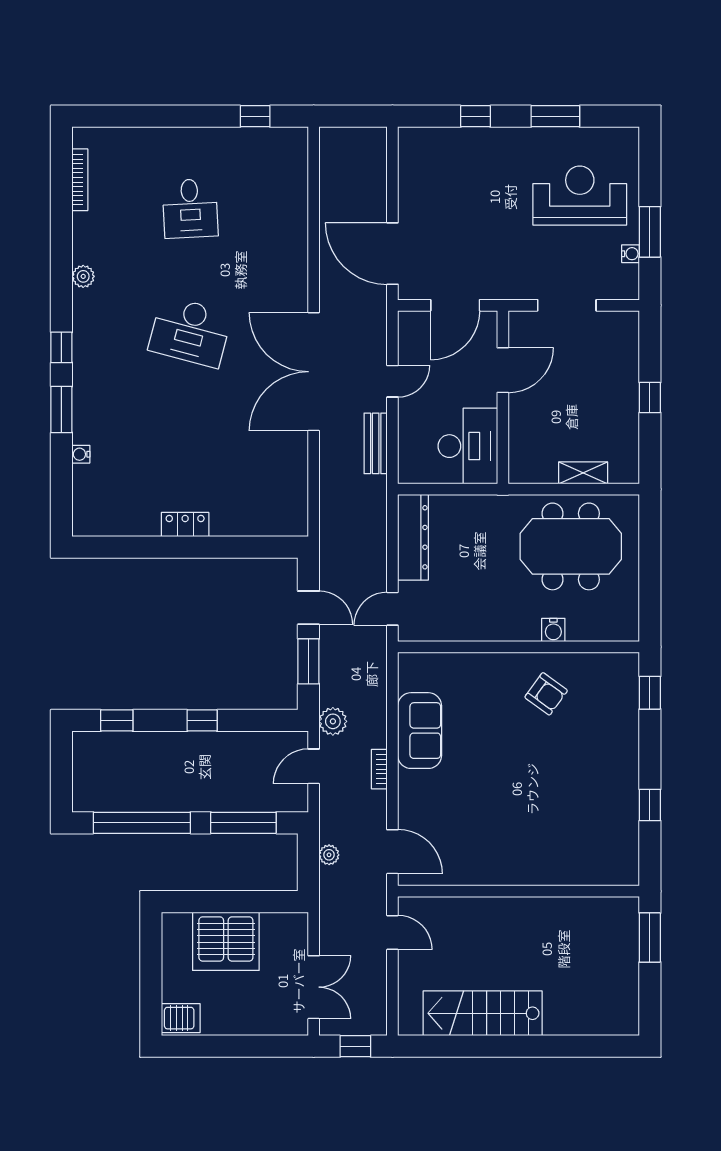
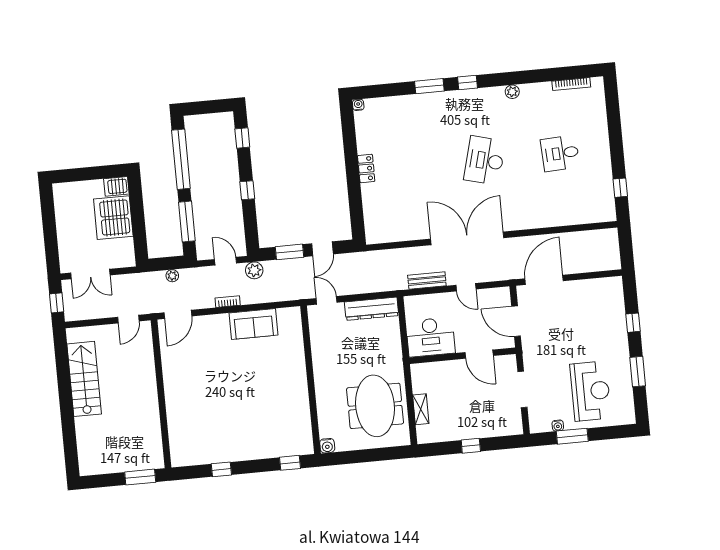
water cooler: (81, 454) -> (358, 105), moved
water cooler: (553, 630) -> (327, 446), moved, turned -90
armchair: (546, 694) -> (283, 399), removed
server rack: (181, 1018) -> (116, 186), moved, turned 90

